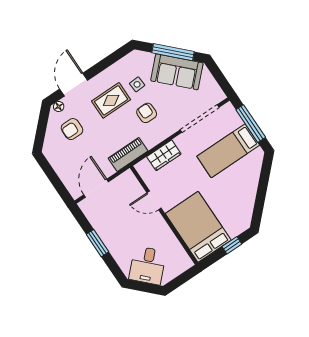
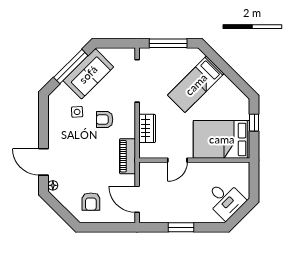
rug: (111, 100) -> (76, 141), removed
armchair: (72, 129) -> (91, 202), moved
bed: (228, 151) -> (196, 84), moved, turned 45

